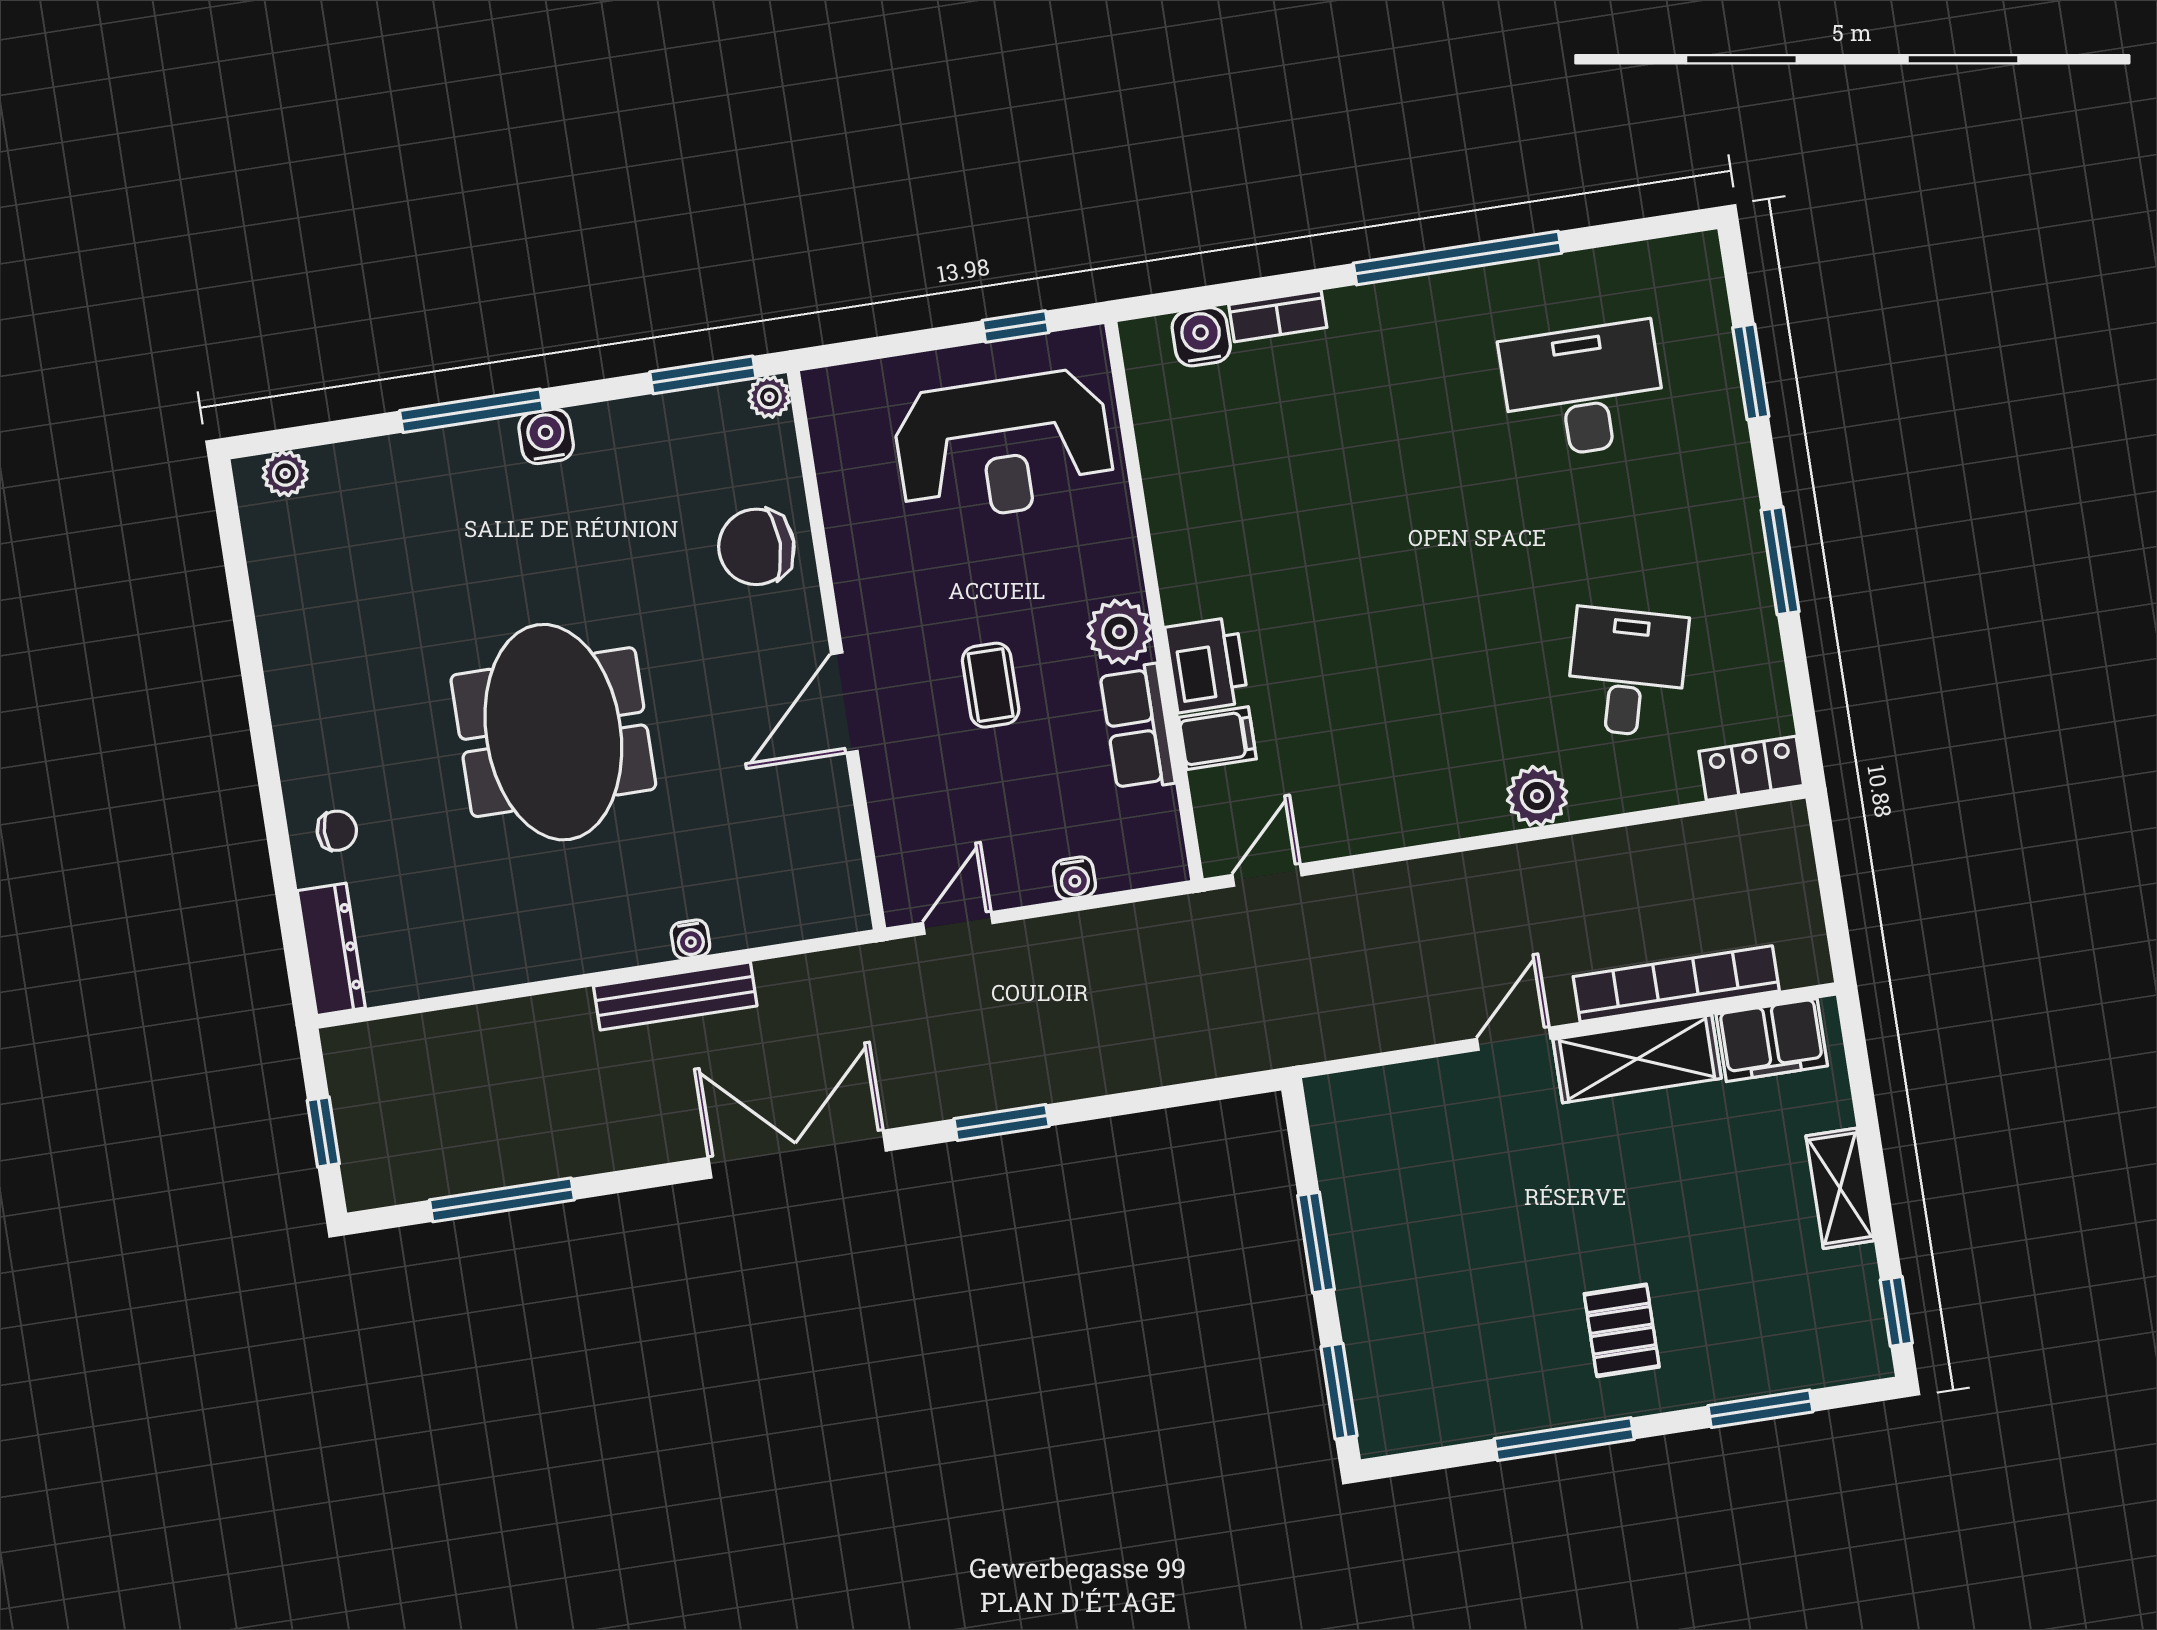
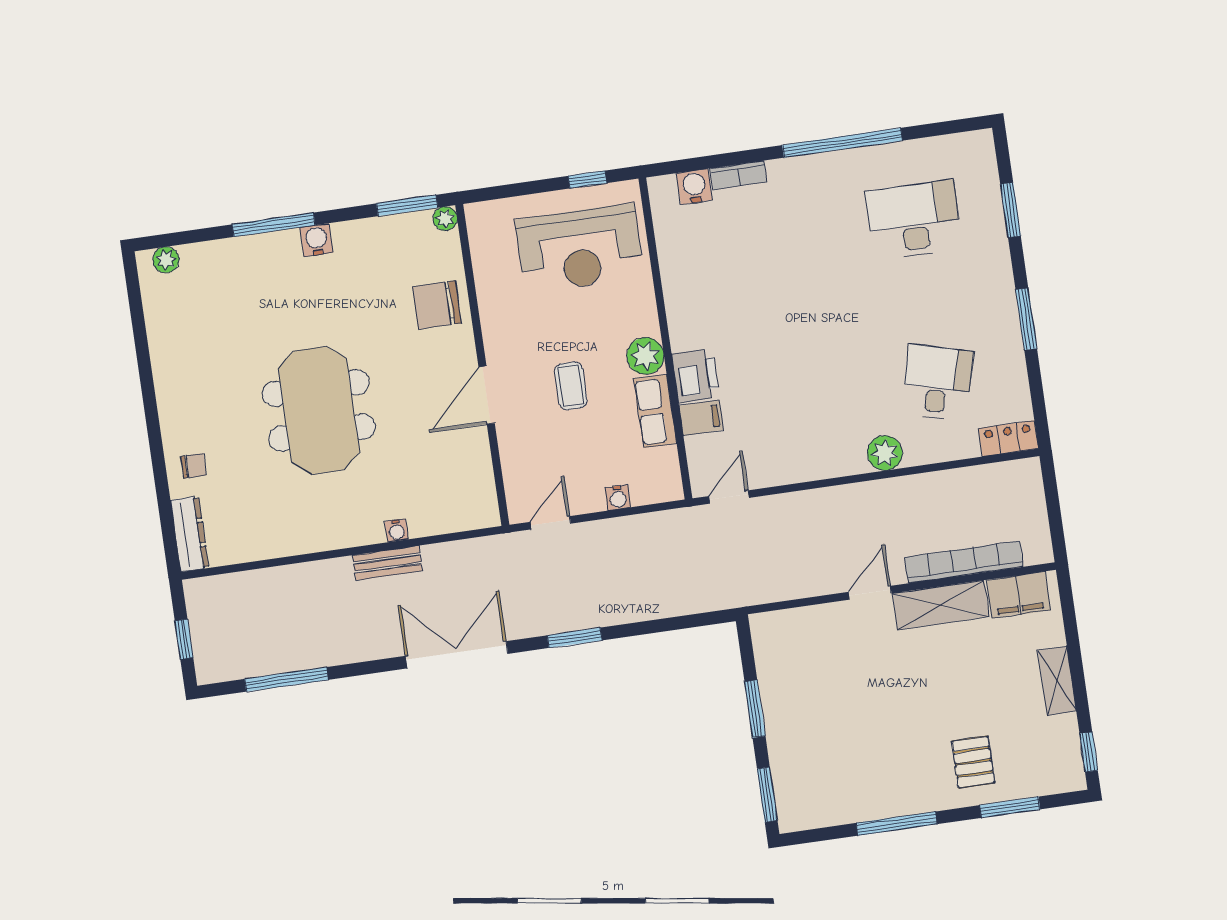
bench: (675, 996) -> (387, 563), width x0.73
pallet: (1622, 1330) -> (973, 762), moved

